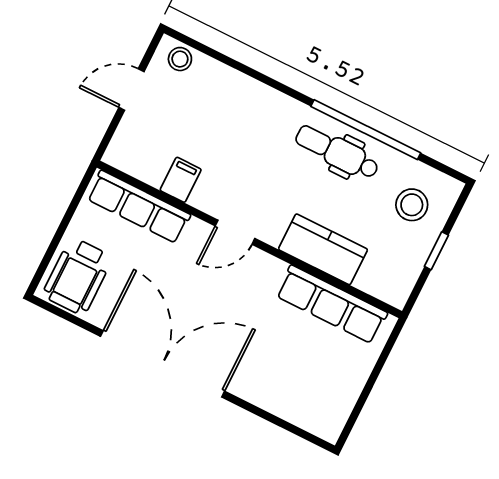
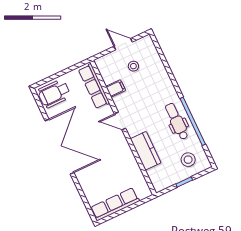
stool: (180, 59) -> (133, 66), moved
row of seats: (332, 304) -> (115, 204), moved, turned 90

